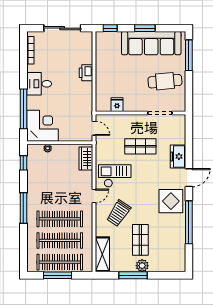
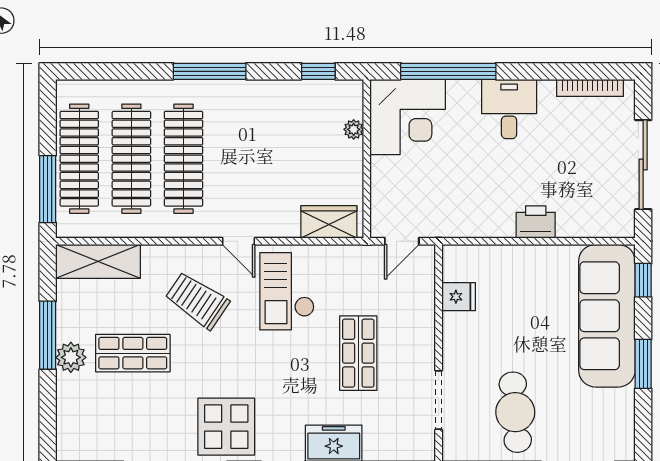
sofa: (151, 43) -> (607, 316), moved
checkout: (115, 176) -> (287, 291), turned 180
window: (58, 275) -> (48, 189), moved

